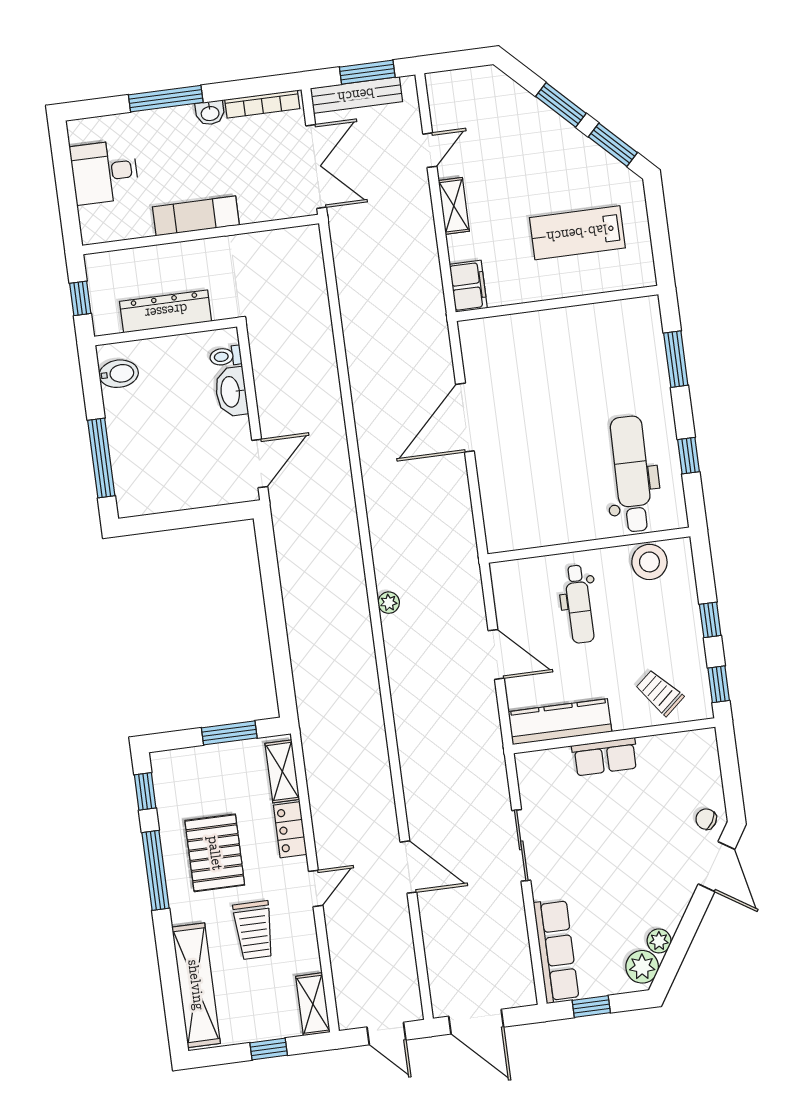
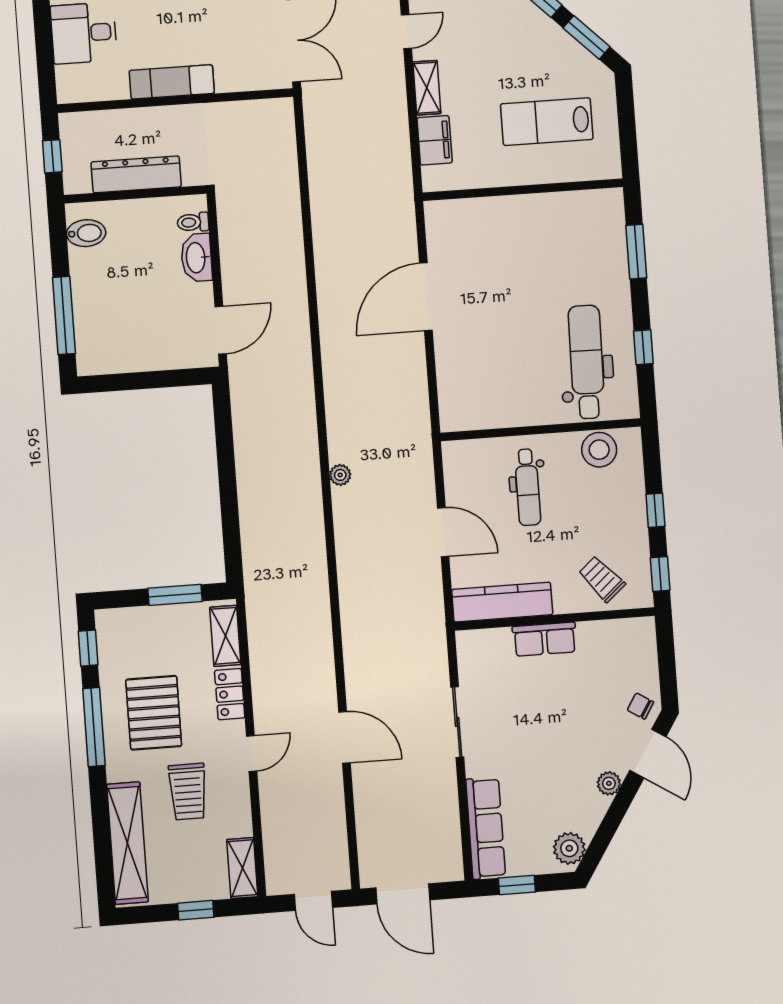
filing cabinet: (468, 286) -> (435, 140), moved
plant: (659, 941) -> (609, 783), moved

